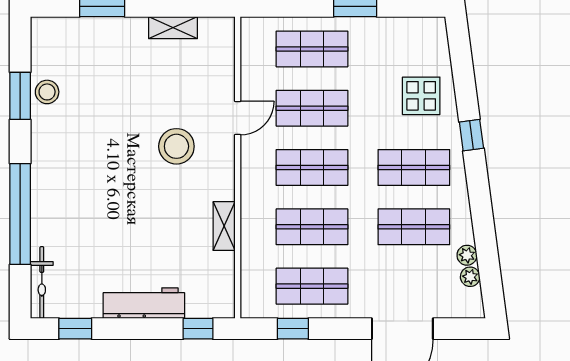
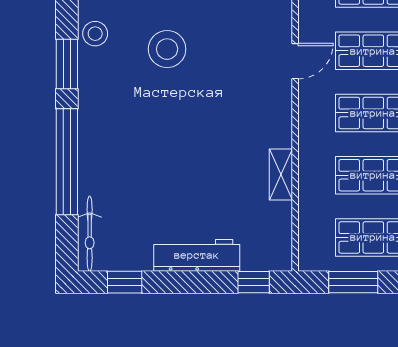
window: (20, 96) -> (67, 64), moved
stool: (176, 146) -> (167, 49), moved
window: (293, 329) -> (353, 282), width x1.50

